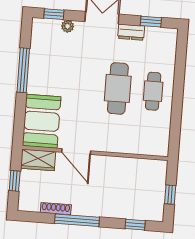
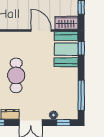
window: (23, 70) -> (81, 95), moved
window: (19, 121) -> (81, 48), added

